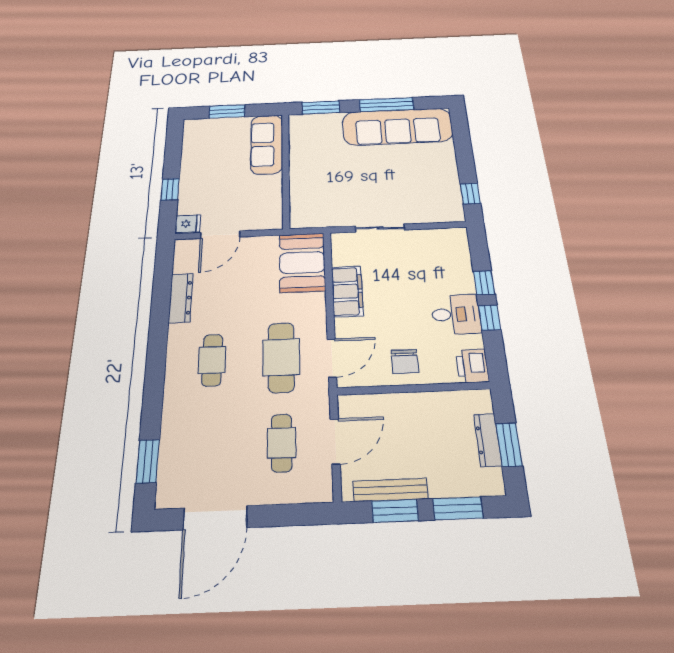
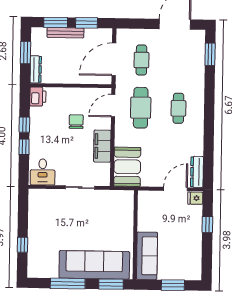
sofa: (397, 127) -> (94, 265), moved
window: (470, 194) -> (22, 245), moved
dresser: (181, 298) -> (197, 172), moved
desk: (456, 314) -> (43, 172), moved, turned -90
chair: (405, 361) -> (76, 122), moved
dresser: (488, 440) -> (36, 69), moved
door: (335, 441) -> (114, 59), width x1.36
bench: (390, 490) -> (65, 33), moved

